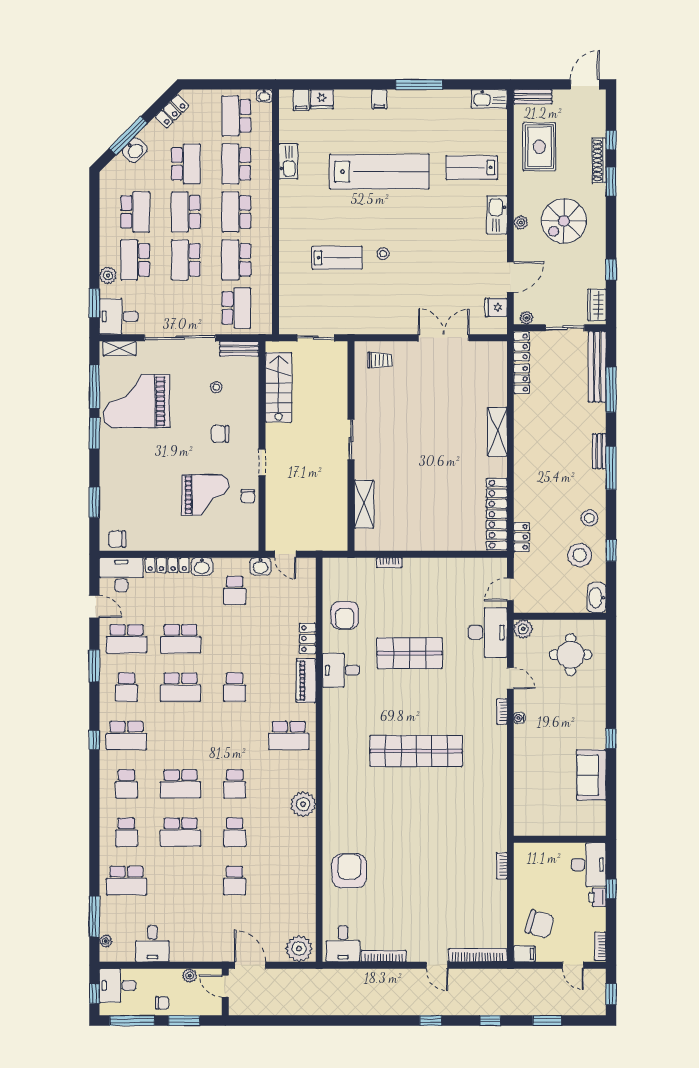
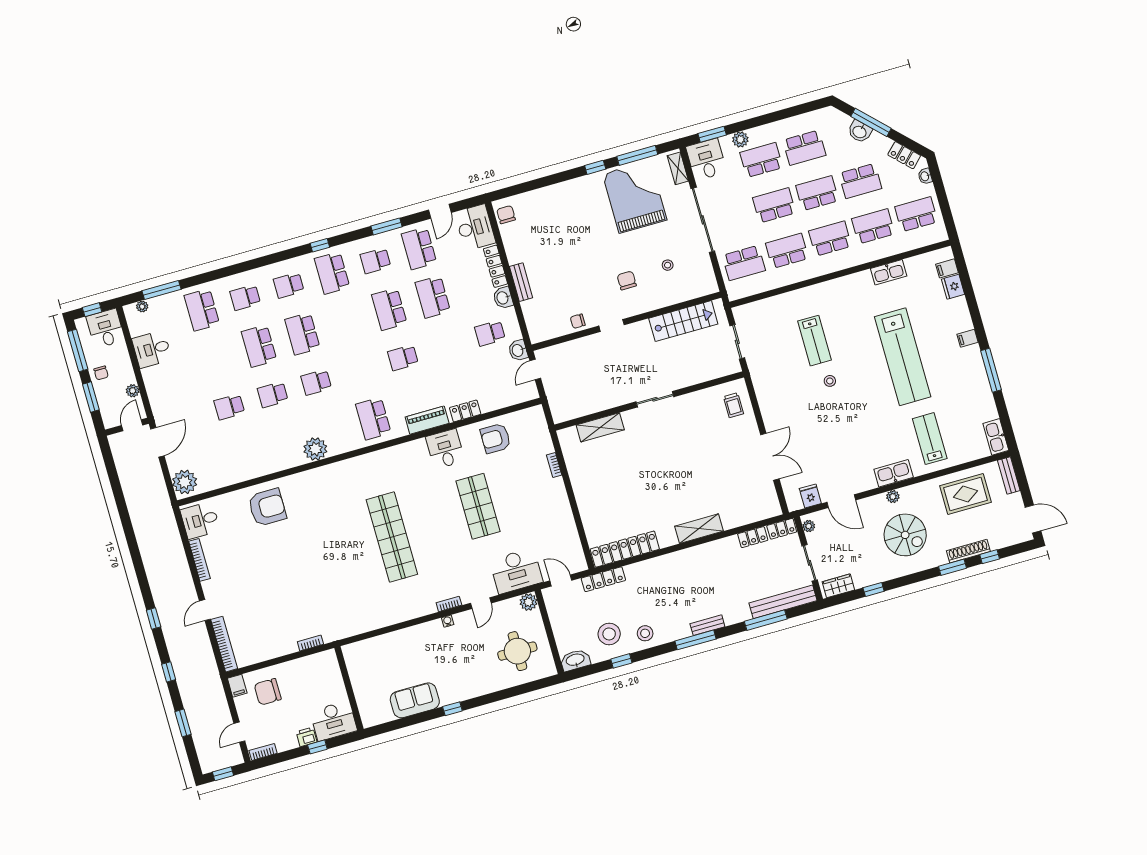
washbasin: (264, 96) -> (925, 176), moved
spiral stairs: (564, 221) -> (905, 535), turned 180
bench: (239, 349) -> (521, 282), moved
window: (94, 433) -> (595, 167), width x0.67
grand piano: (205, 495) -> (568, 283), removed
window: (94, 502) -> (533, 185), removed
locker: (522, 537) -> (603, 579), width x1.53
chair: (540, 924) -> (268, 692), turned 74

